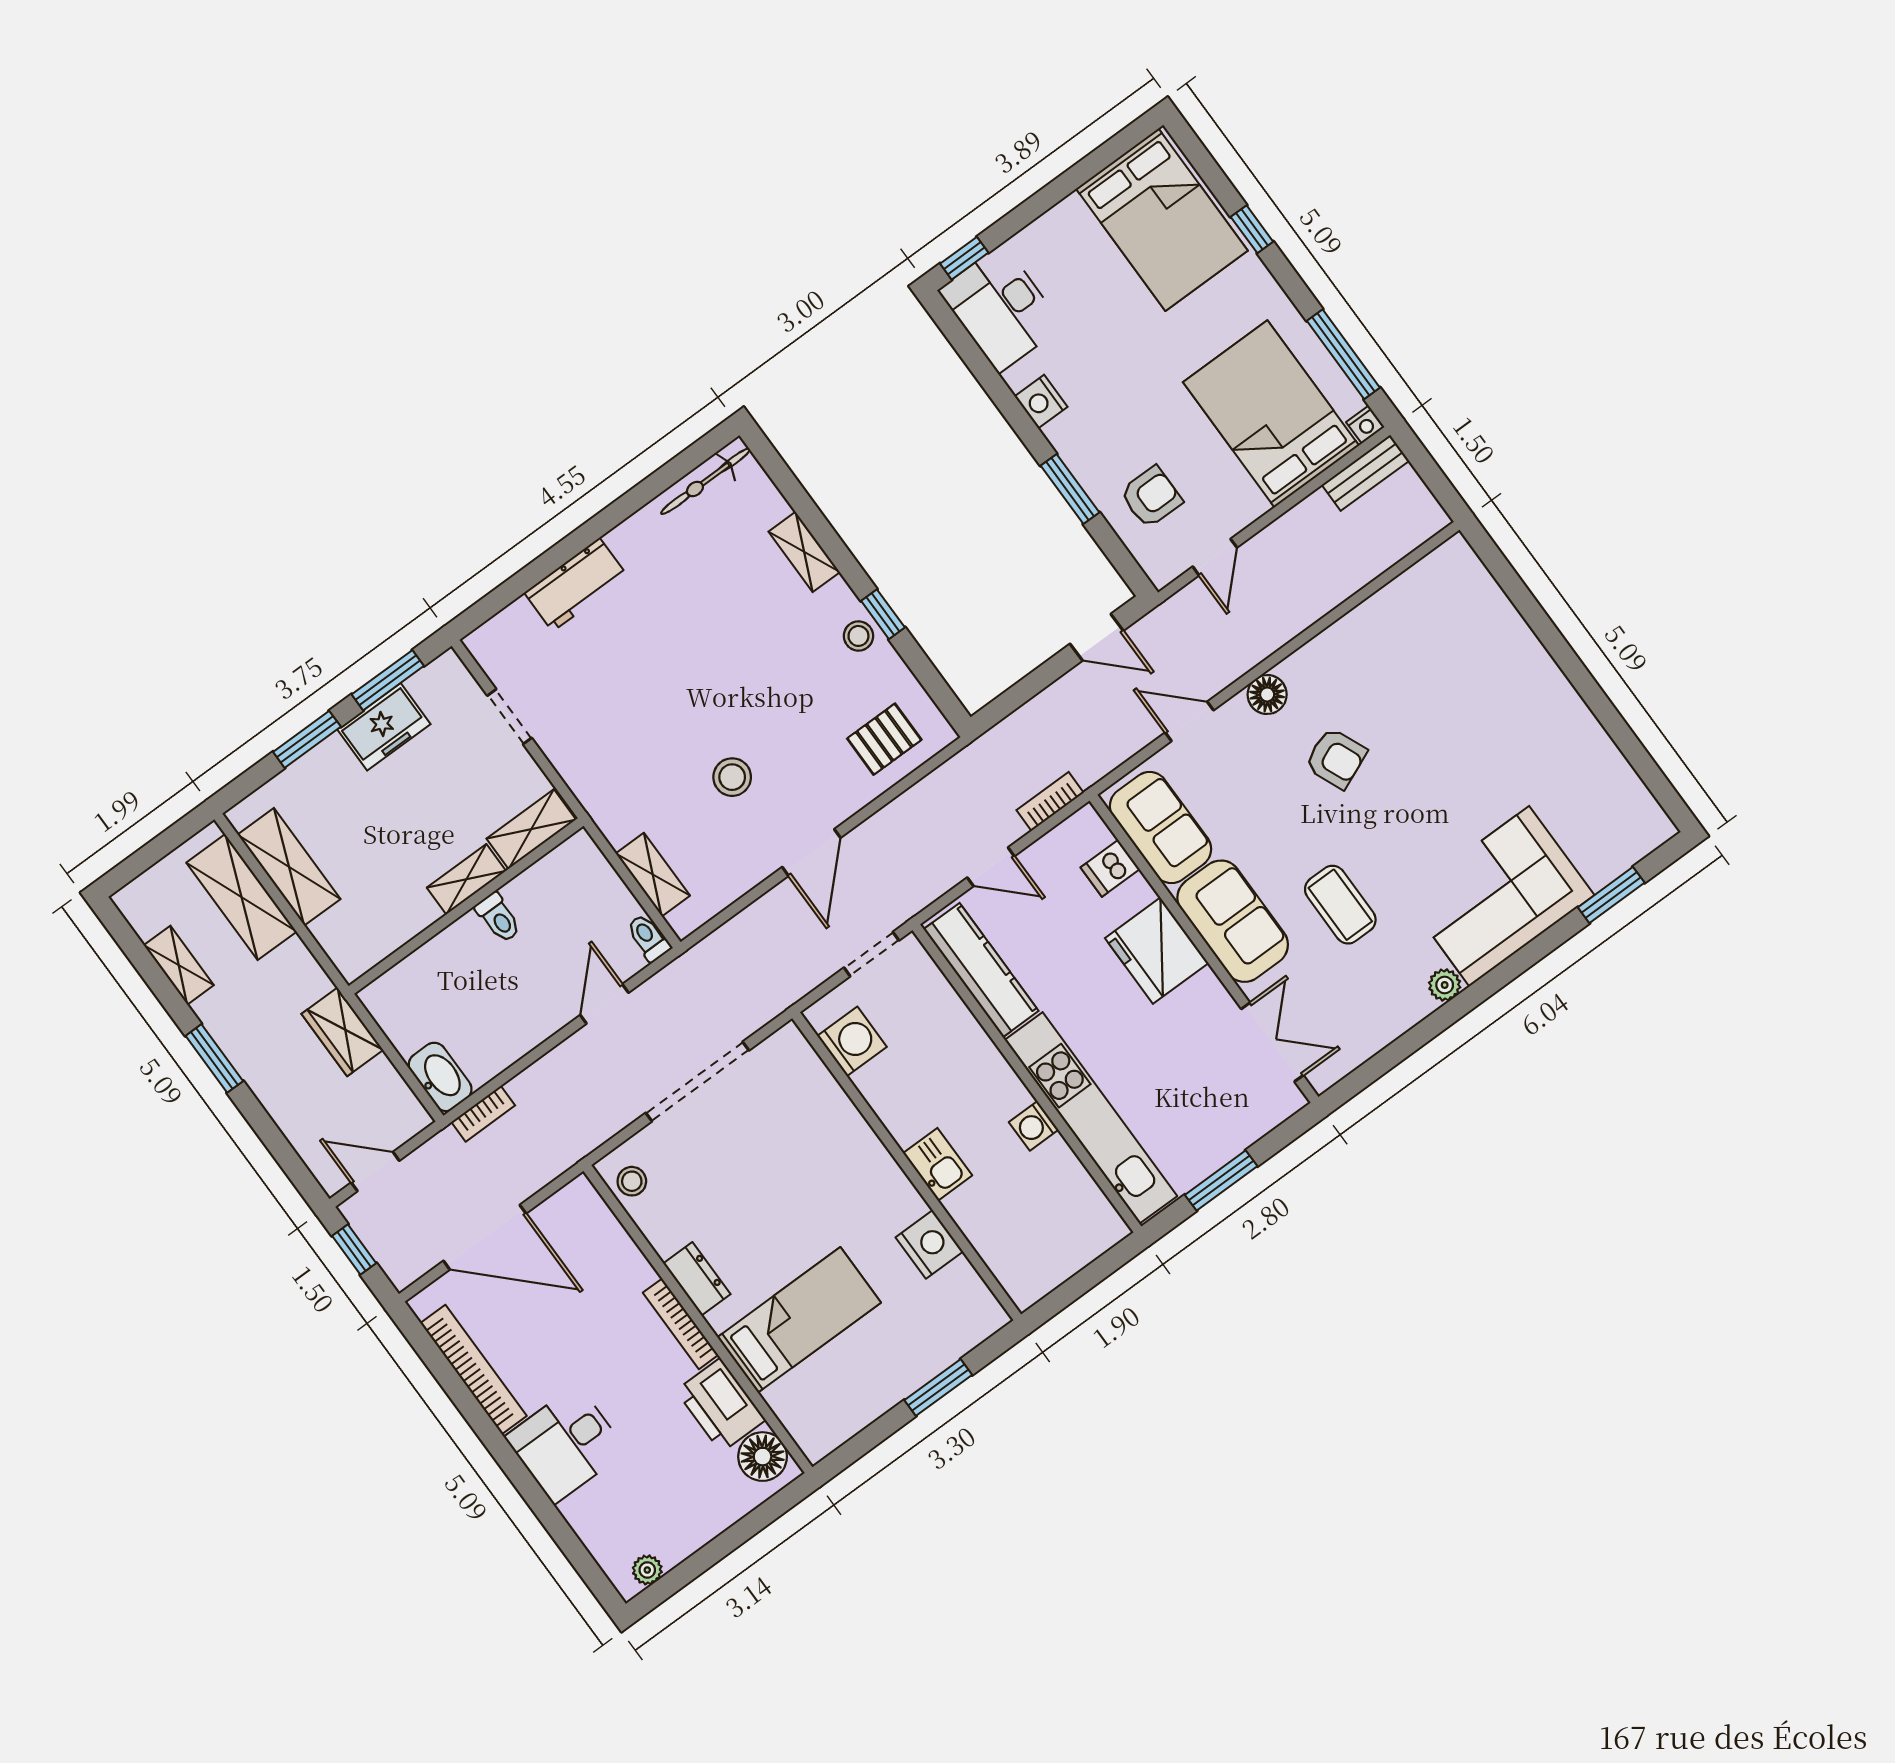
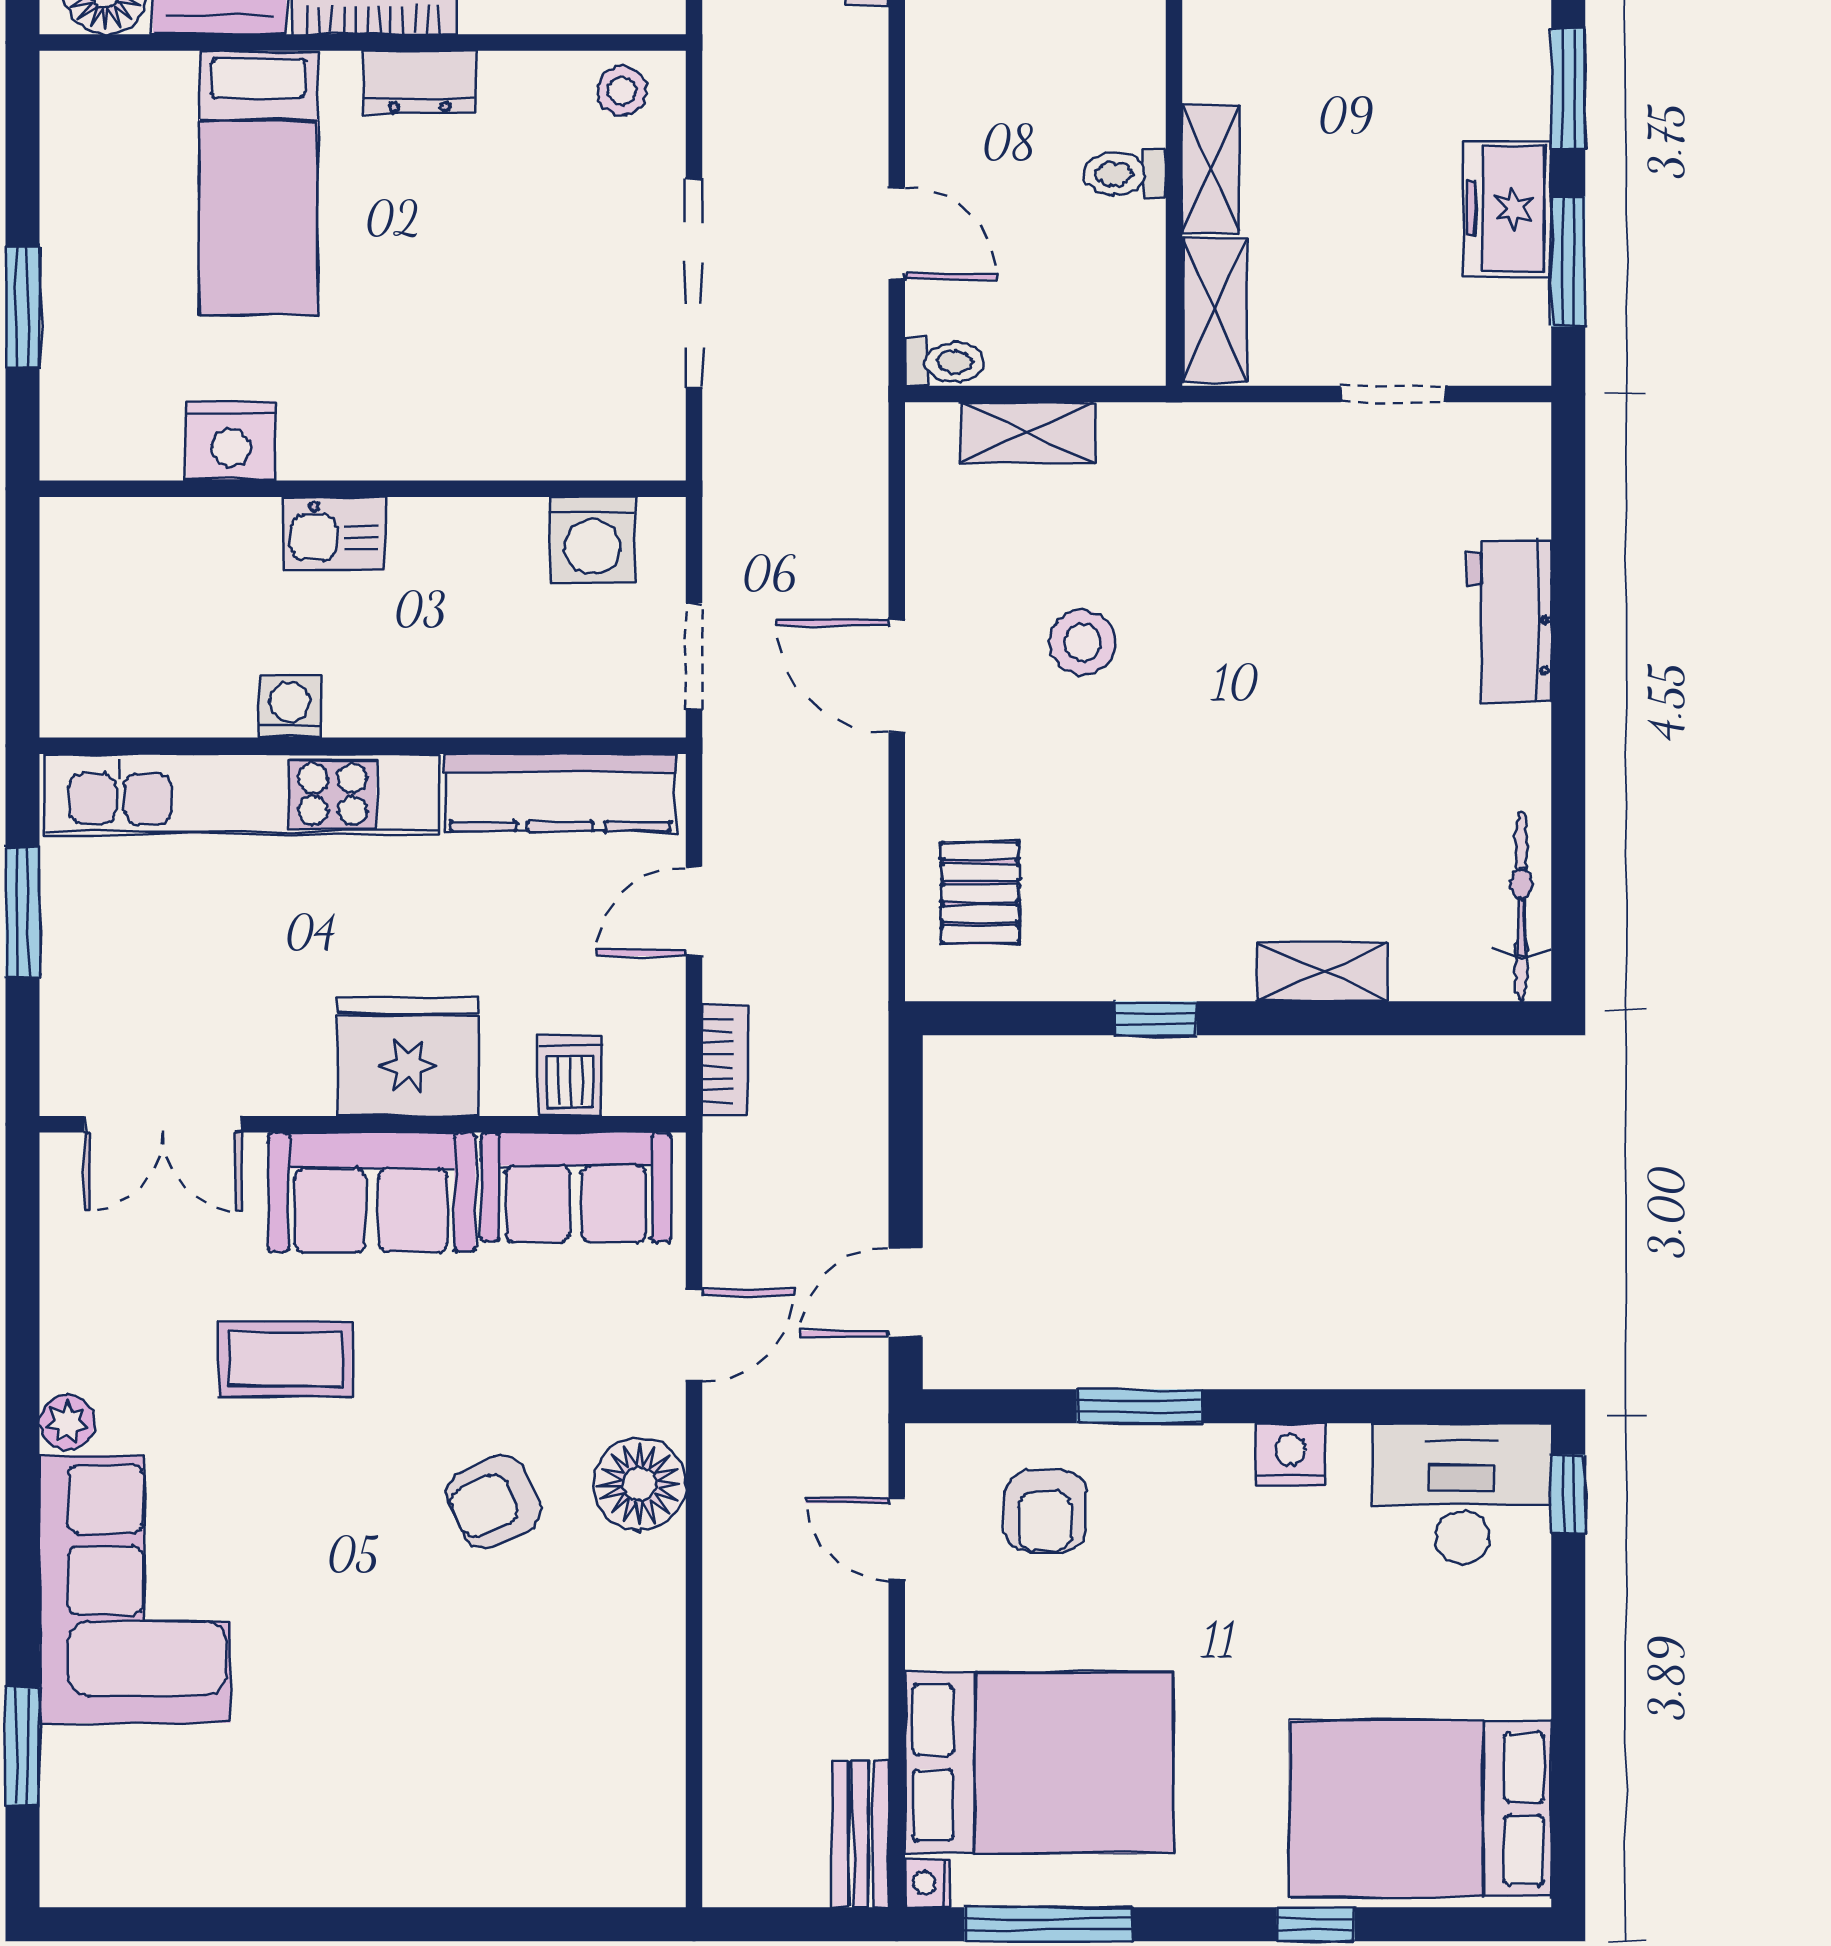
stool: (858, 636) -> (1150, 962), removed
floor lamp: (1267, 694) -> (640, 1484), width x1.38, depth x1.38

